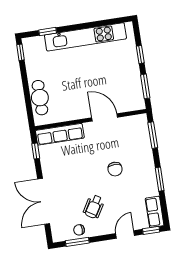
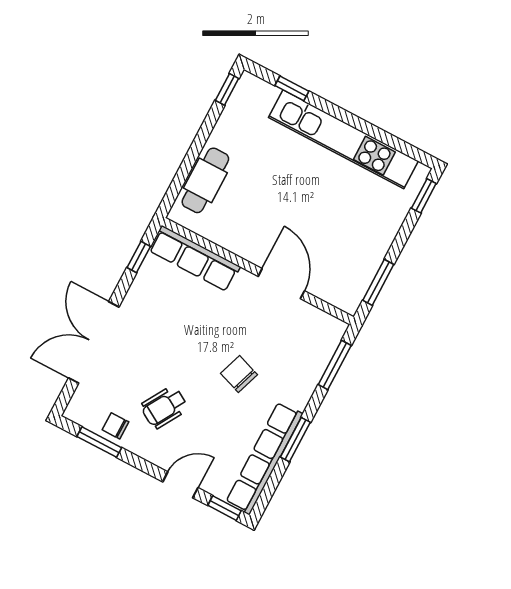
window: (140, 54) -> (424, 196), moved
chair: (115, 169) -> (239, 374), turned 109
row of seats: (155, 212) -> (264, 458), width x2.02

